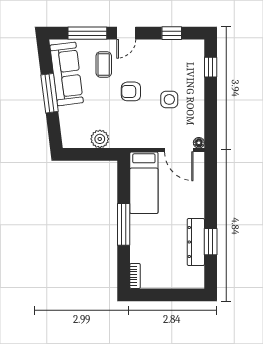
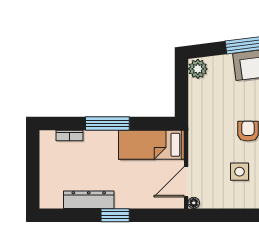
plant: (100, 139) -> (198, 69), moved
window: (211, 242) -> (115, 215), moved
bookcase: (135, 276) -> (69, 135), moved

